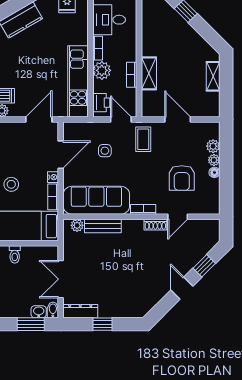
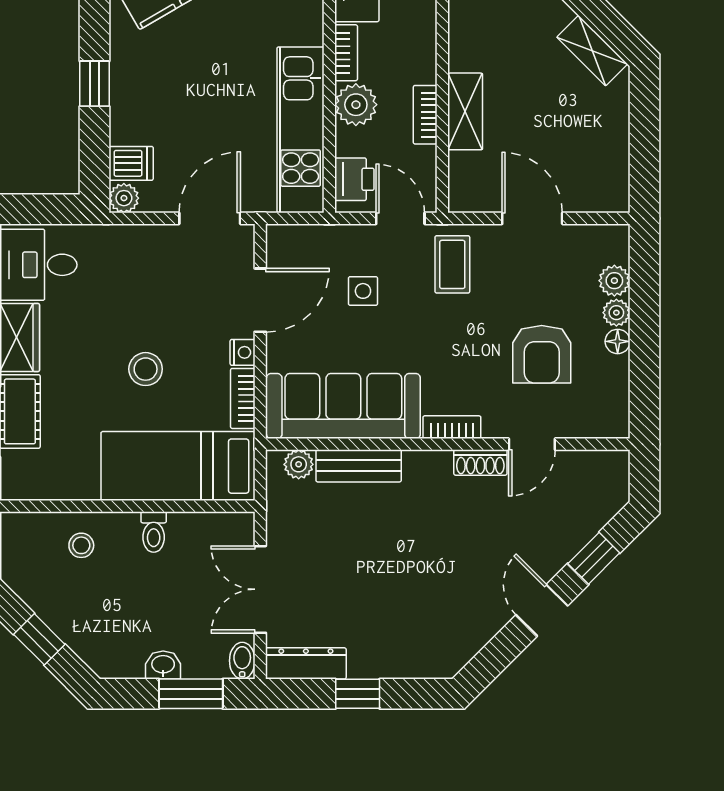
shelving: (213, 76) -> (592, 51), moved, turned -45
washbasin: (39, 312) -> (163, 665), moved

